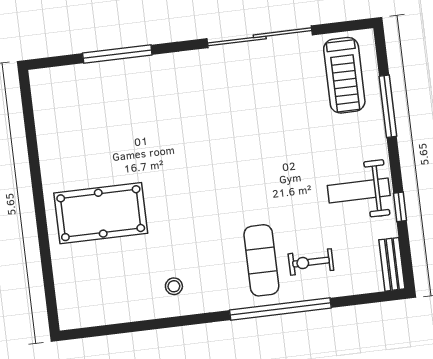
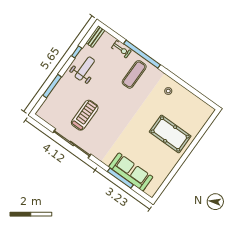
treadmill: (344, 75) -> (85, 115), moved
sofa: (109, 82) -> (131, 172), added
weight bench: (359, 191) -> (85, 69), turned -90
exercise bike: (311, 262) -> (121, 49), moved

